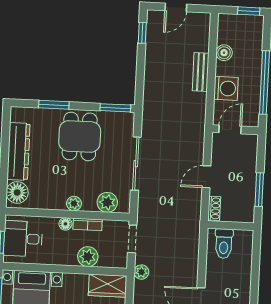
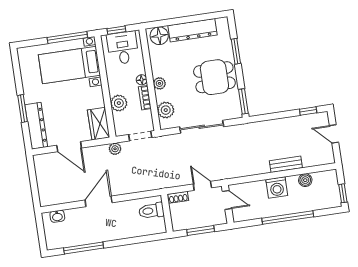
door: (230, 129) -> (227, 200), moved
wall: (235, 130) -> (228, 204), moved

